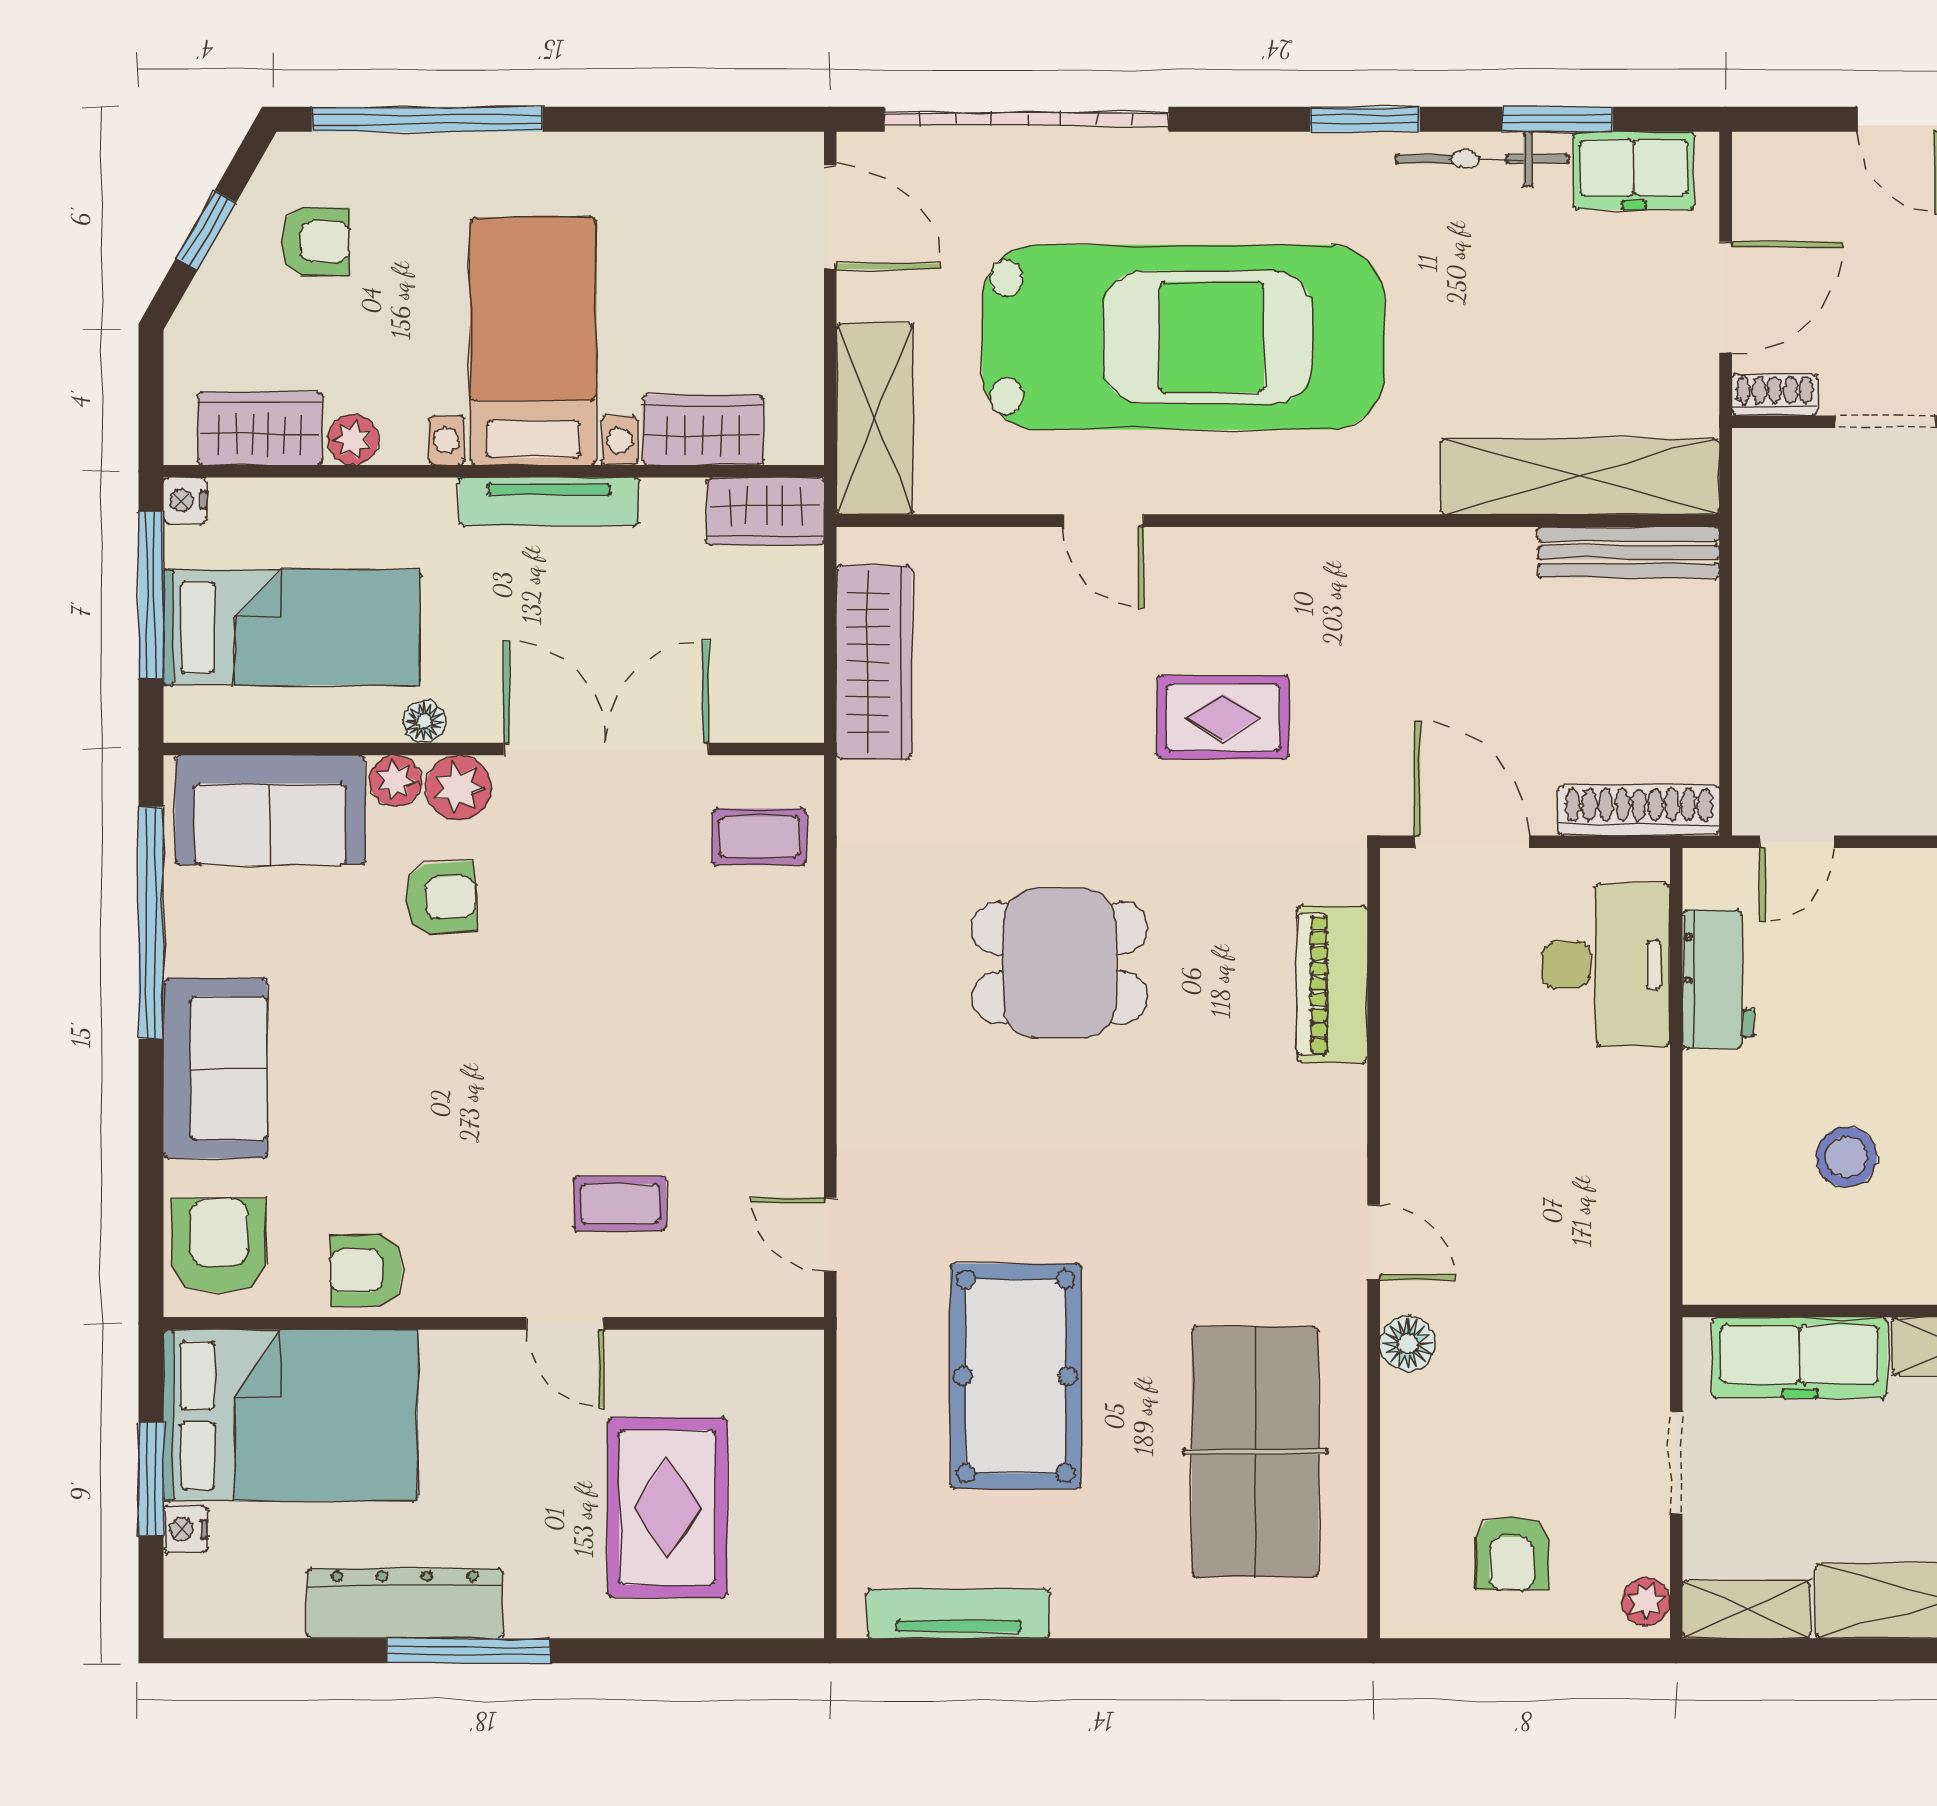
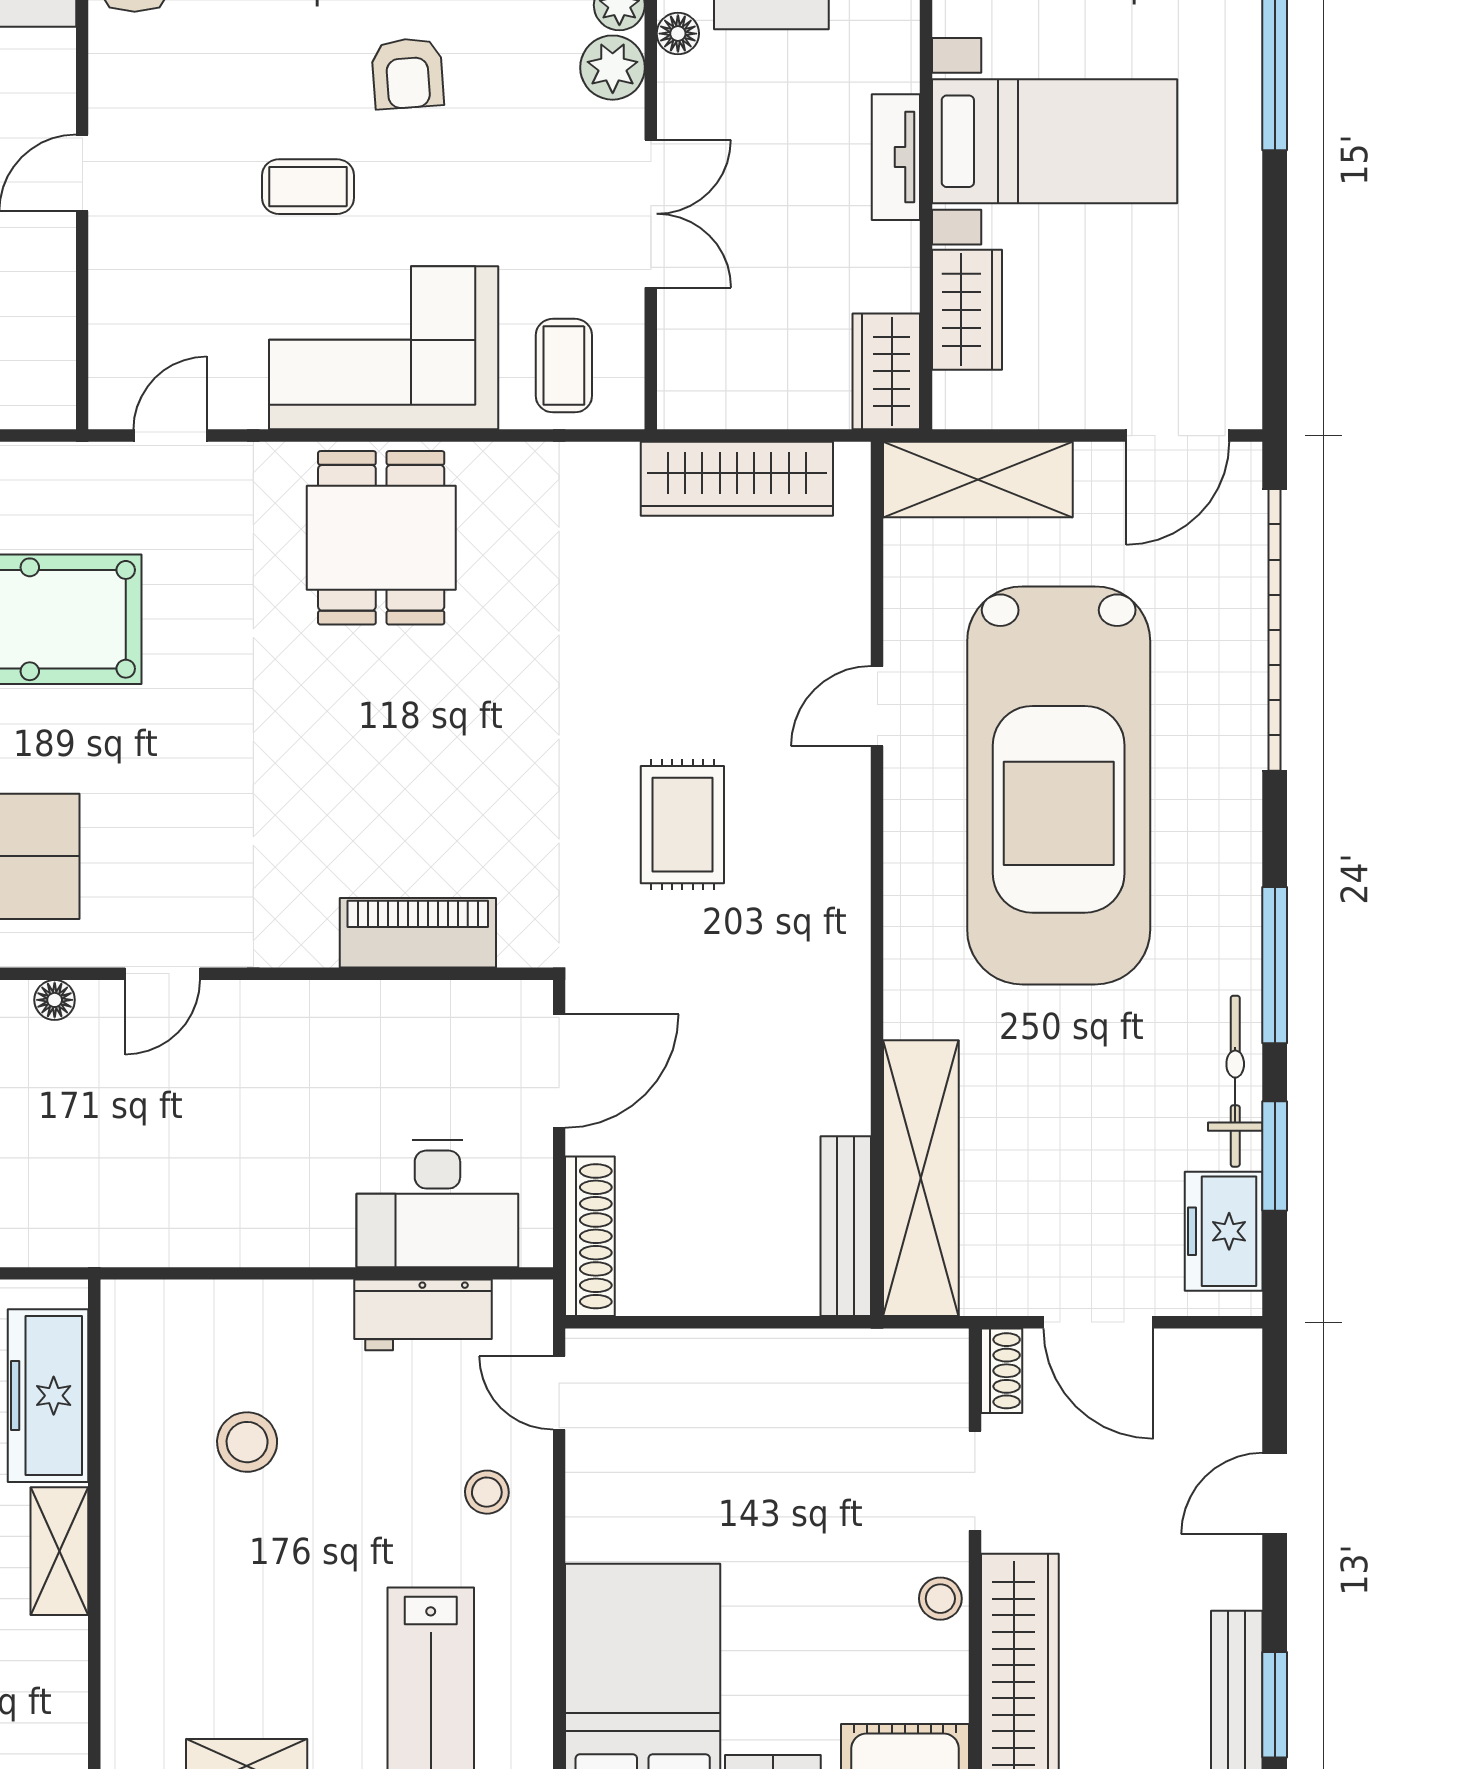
window: (1365, 119) -> (1275, 965), width x1.44
tv unit: (549, 502) -> (896, 157), width x0.71
double door: (606, 749) -> (651, 214), width x0.73
armchair: (441, 898) -> (408, 73), moved
stool: (1897, 915) -> (487, 1492), added
dining table: (1060, 963) -> (381, 538), moved
corner sofa: (742, 1019) -> (384, 348), added
coffee table: (620, 1204) -> (308, 187), moved, turned 90
floor lamp: (1408, 1344) -> (55, 1000), width x0.73, depth x0.73

